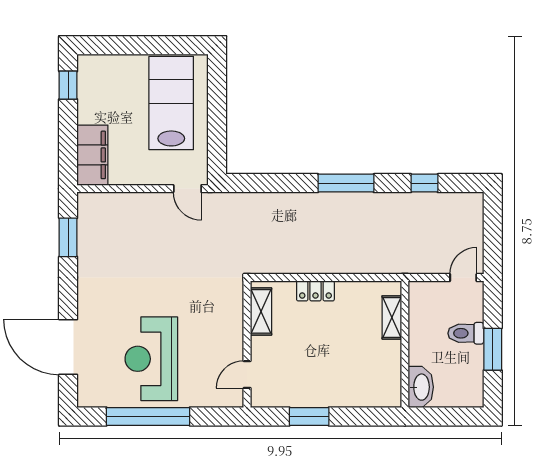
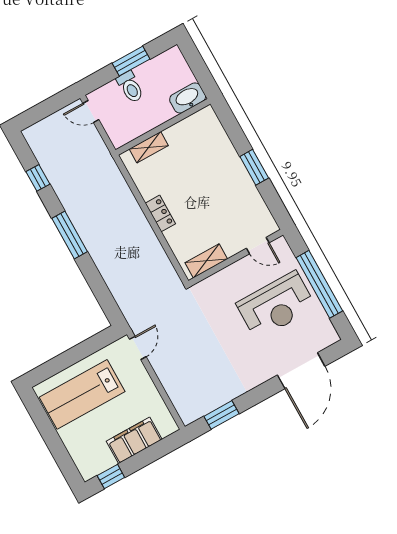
filing cabinet: (92, 155) -> (134, 440), moved
shelving: (261, 311) -> (206, 261), moved
wall: (247, 344) -> (236, 258), moved
door: (247, 374) -> (258, 246), moved

